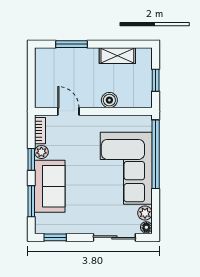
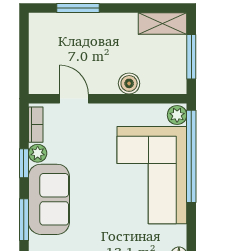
shelving: (117, 56) -> (162, 24), moved
window: (156, 80) -> (191, 57), width x1.50
plant: (145, 213) -> (177, 115), moved

